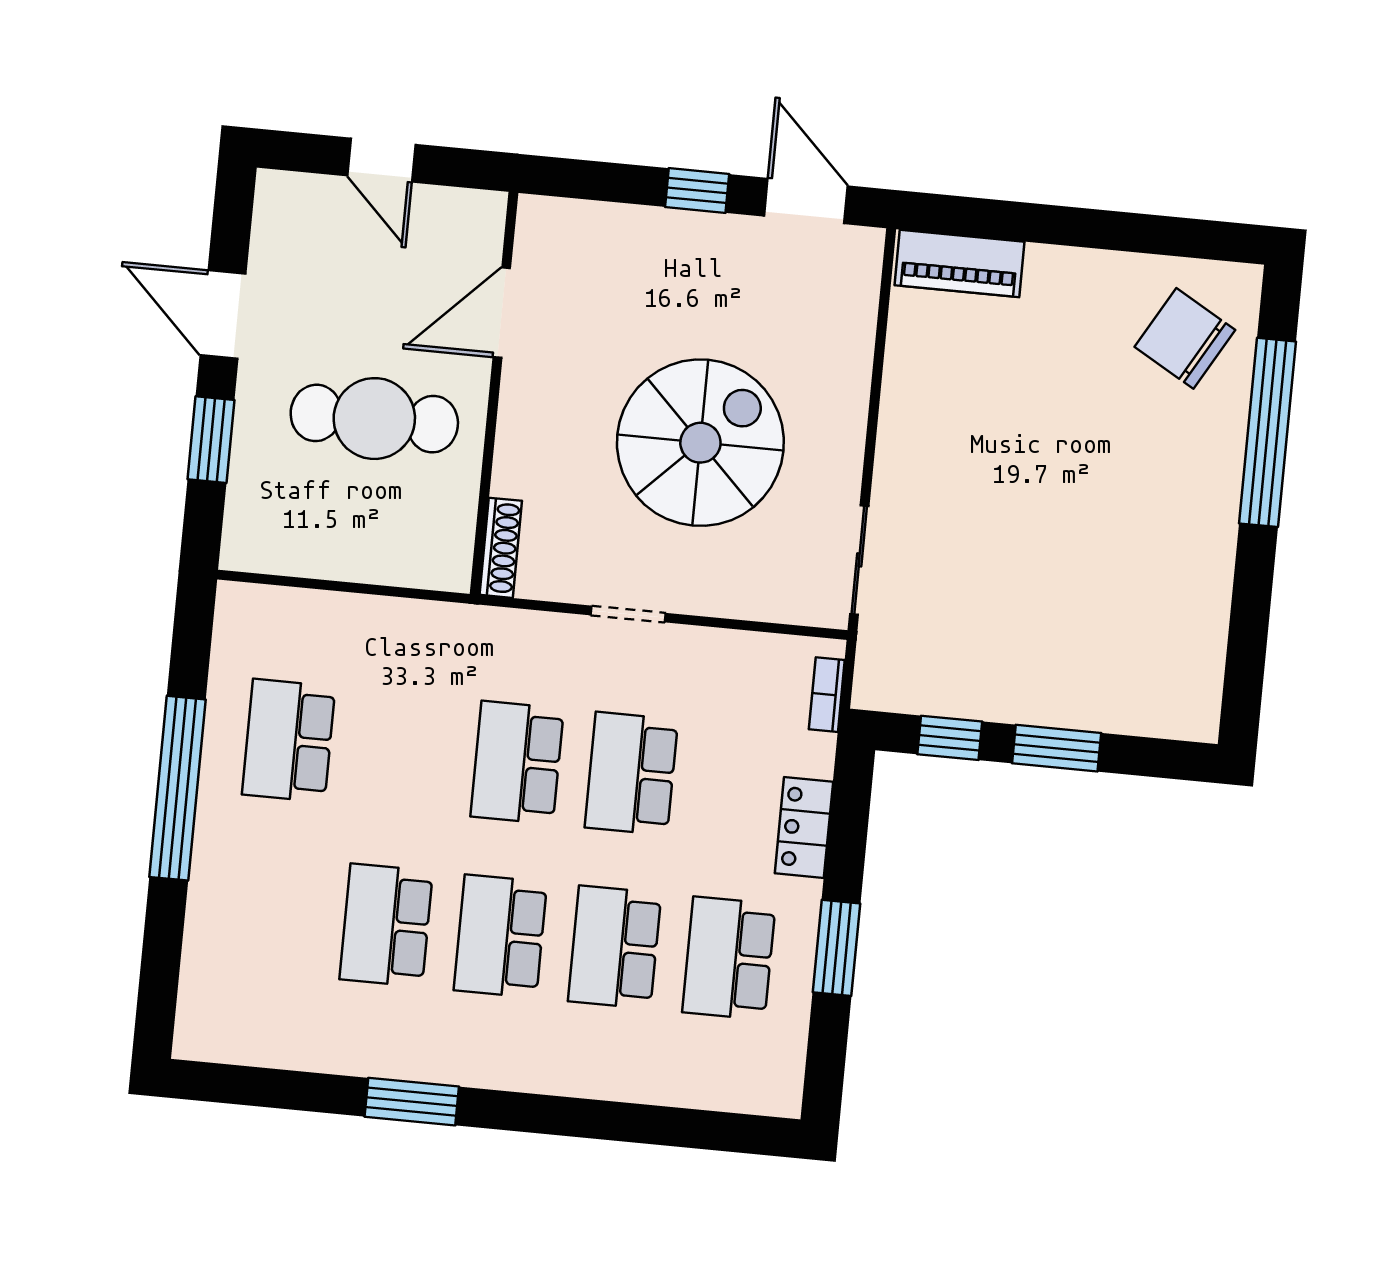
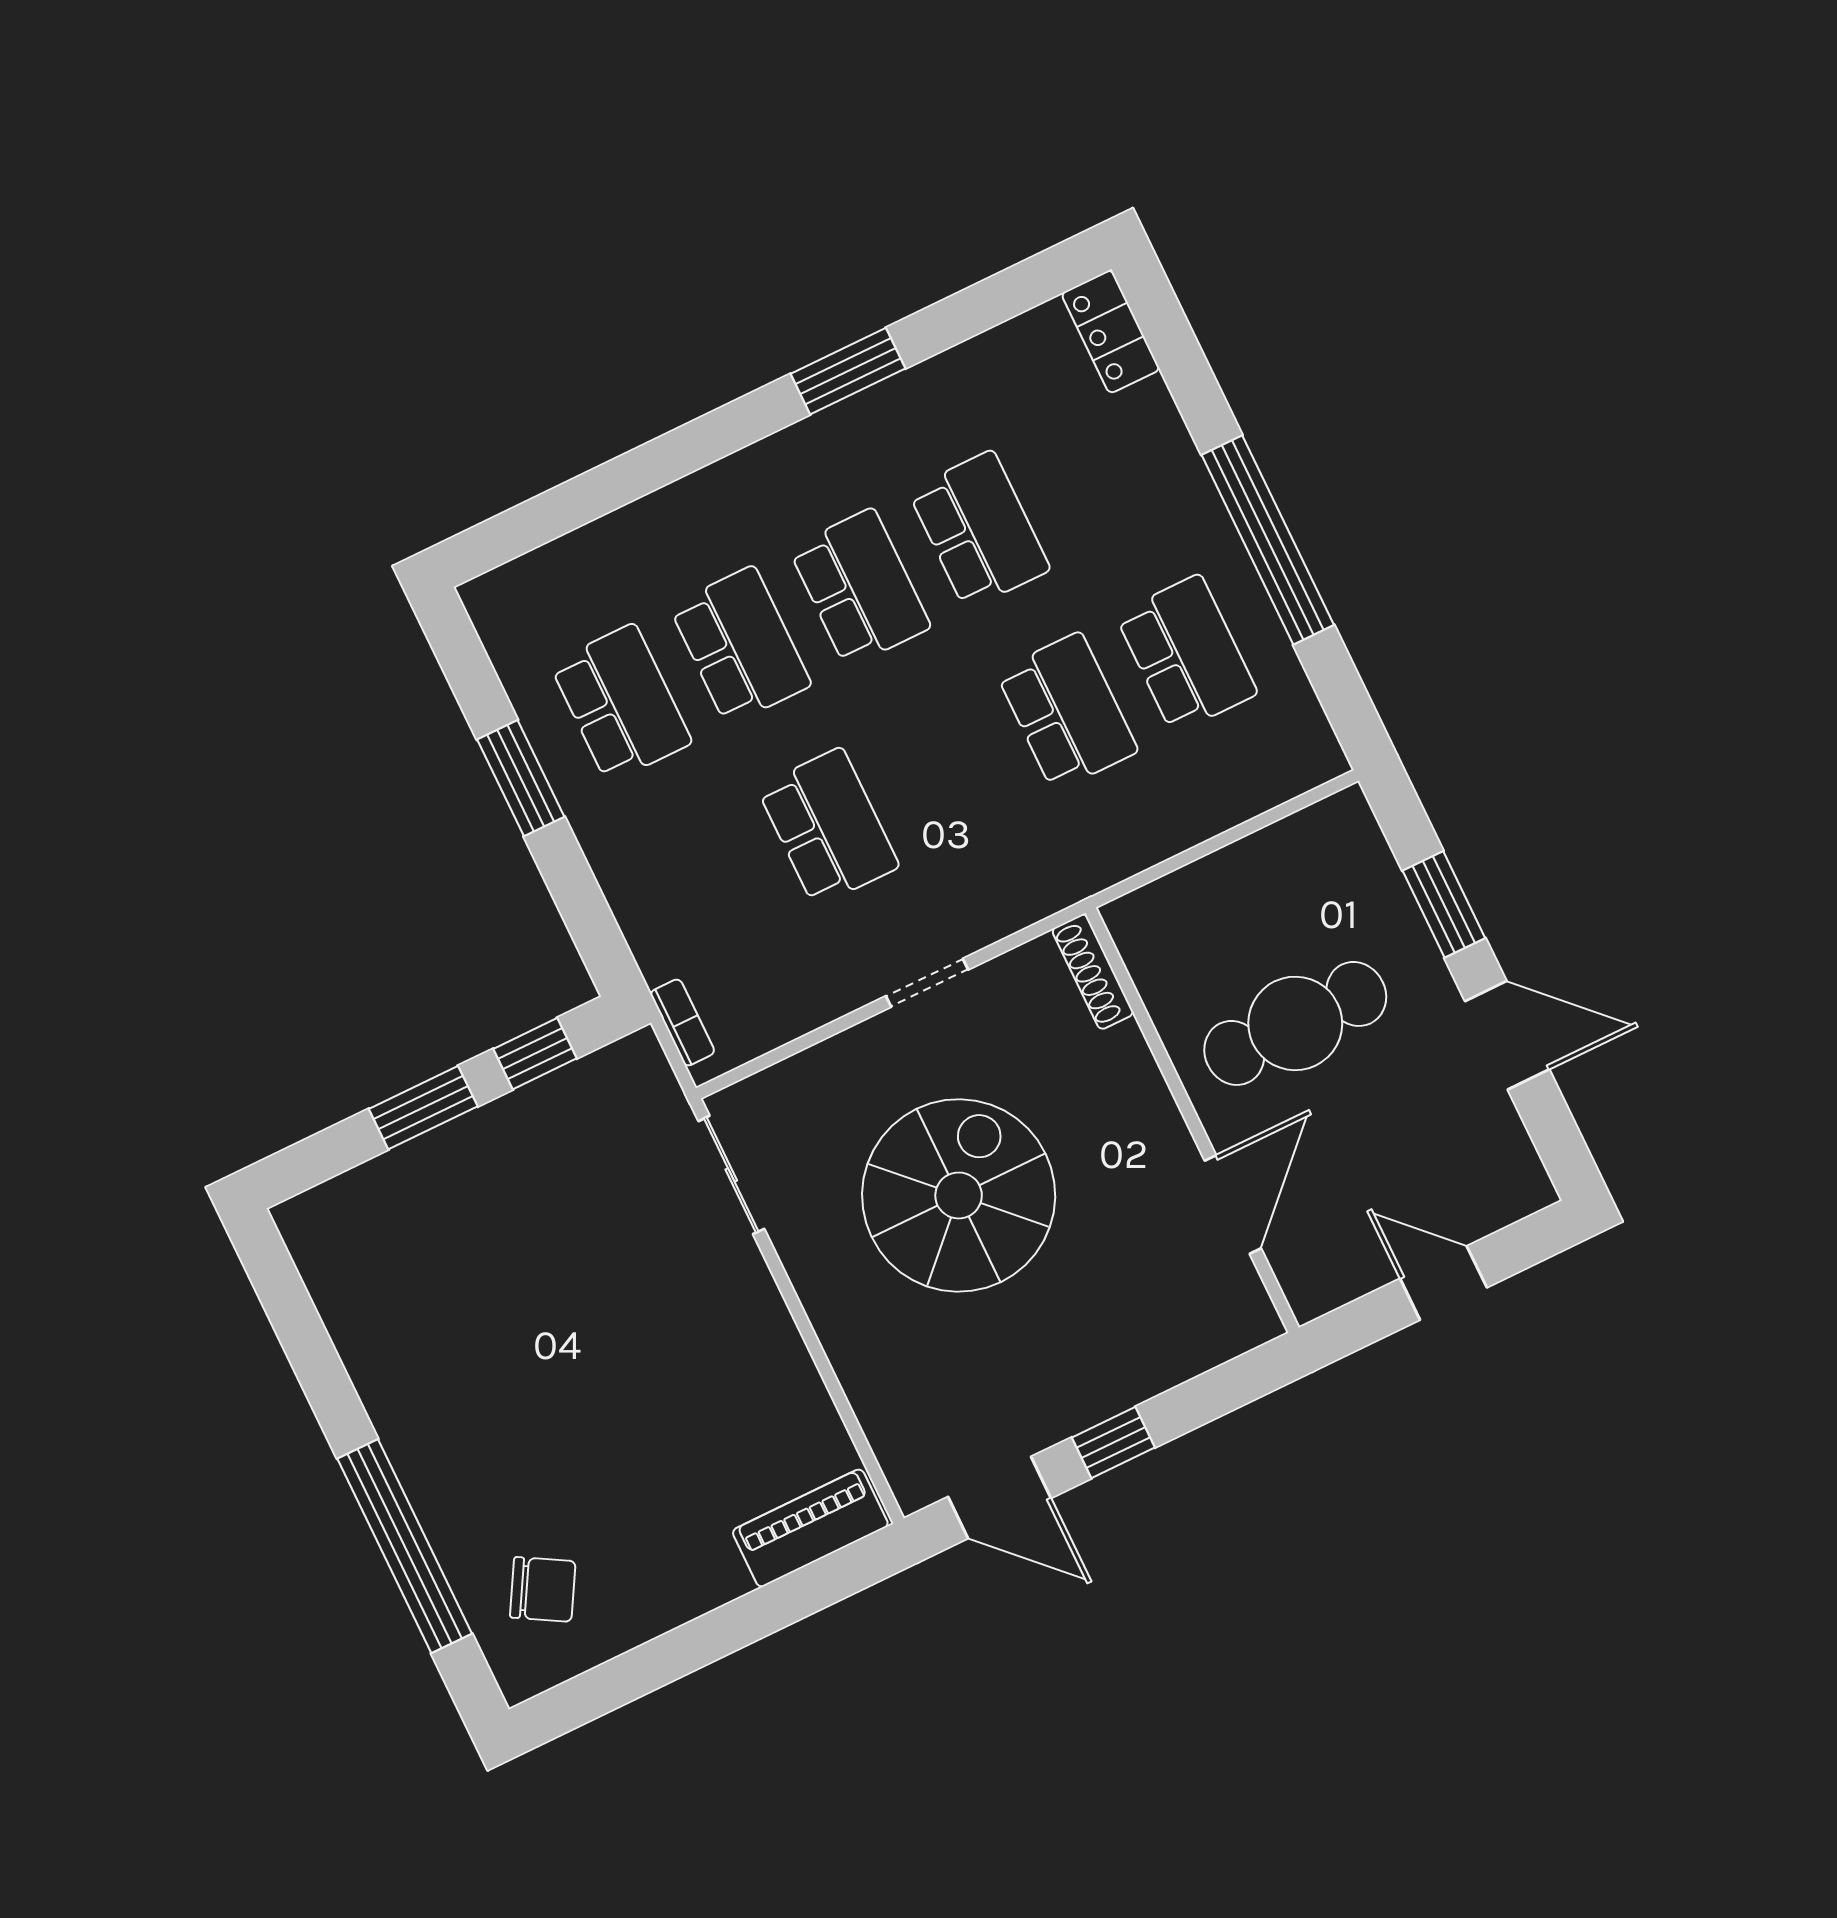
chair: (1185, 338) -> (543, 1589), width x0.73, depth x0.73
spiral stairs: (700, 443) -> (959, 1195), turned 180
school desk: (517, 762) -> (1067, 712), moved
locker: (804, 828) -> (1111, 332), moved, turned 180

